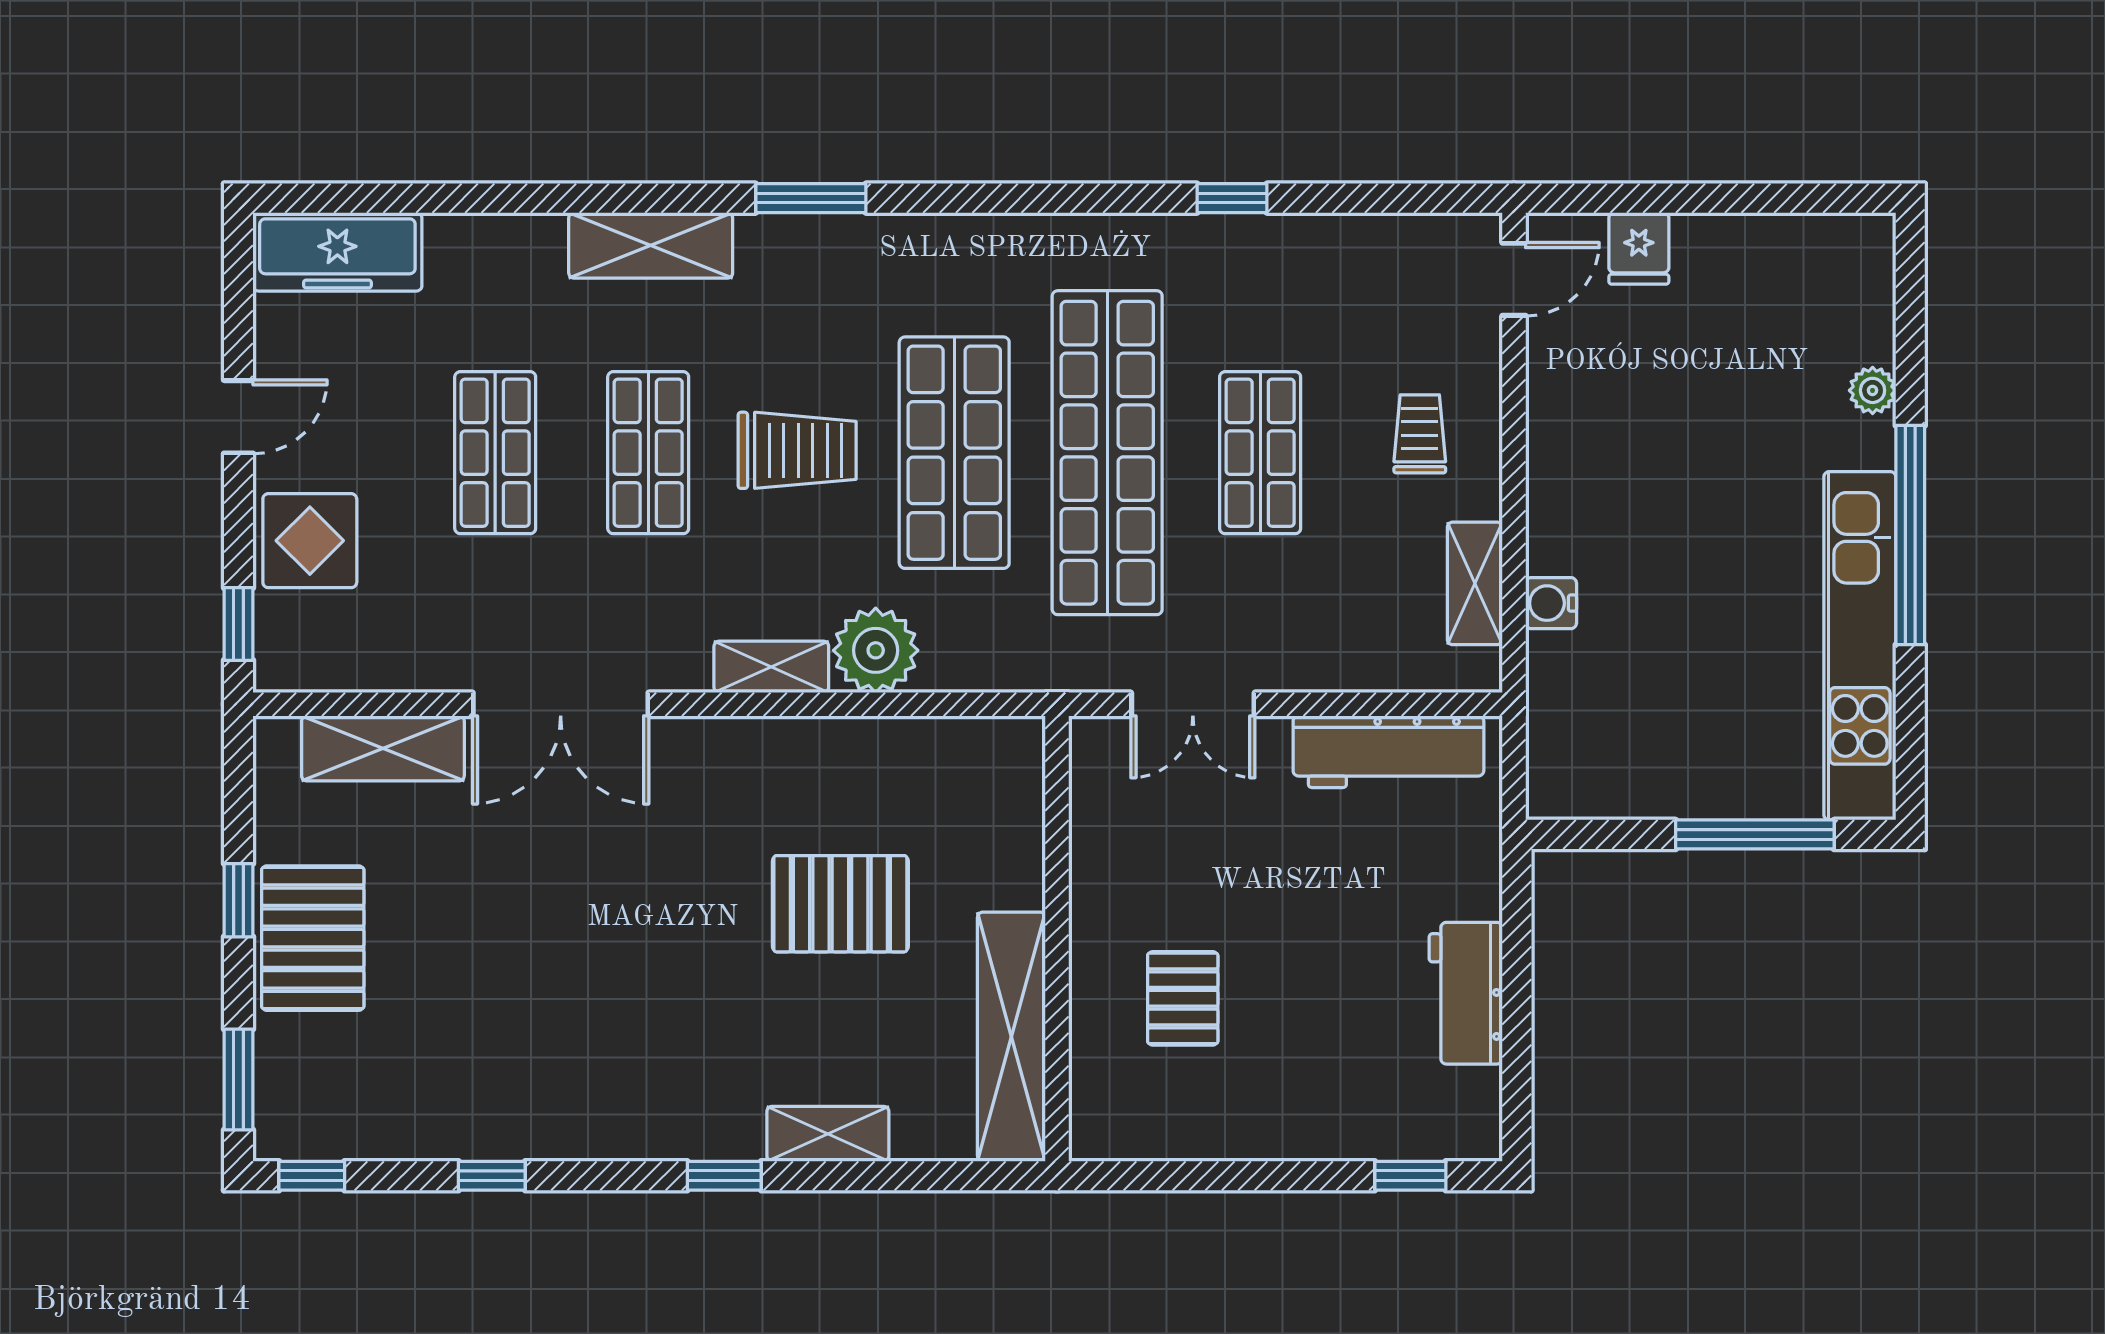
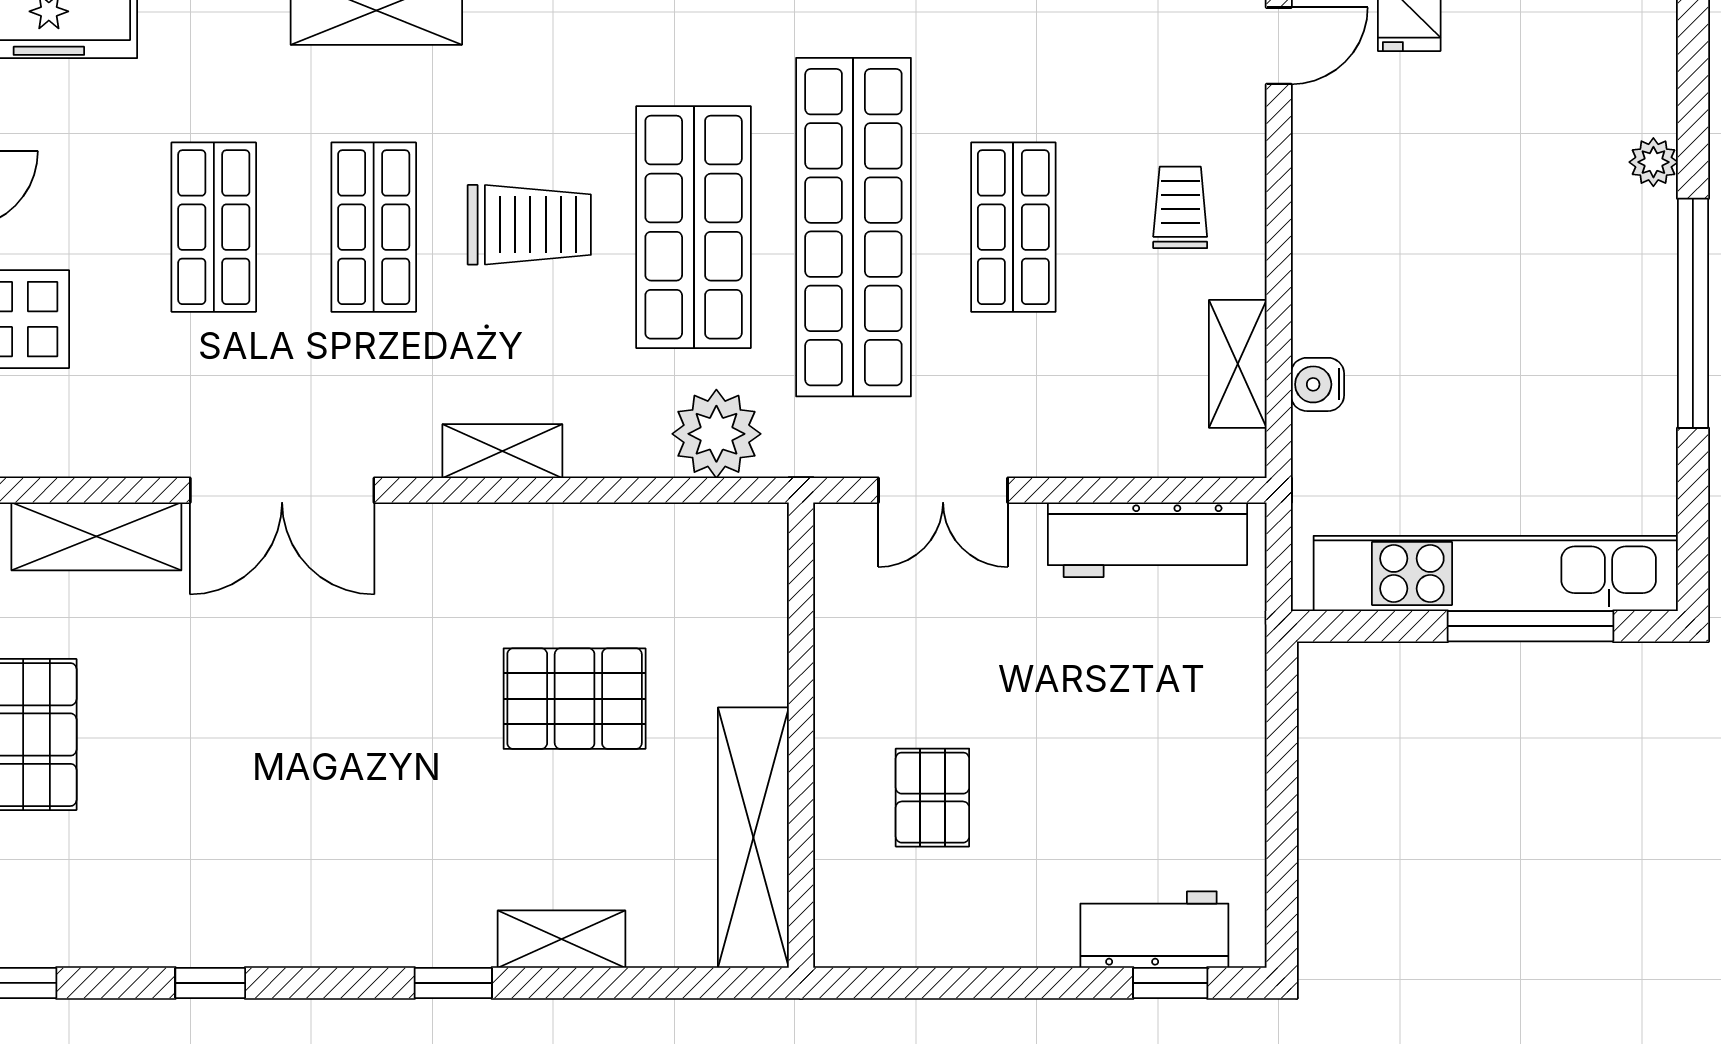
kitchen unit: (1860, 646) -> (1496, 573), moved, turned 90
plant: (876, 650) -> (716, 434), moved
workbench: (1466, 993) -> (1154, 930), moved, turned 90

